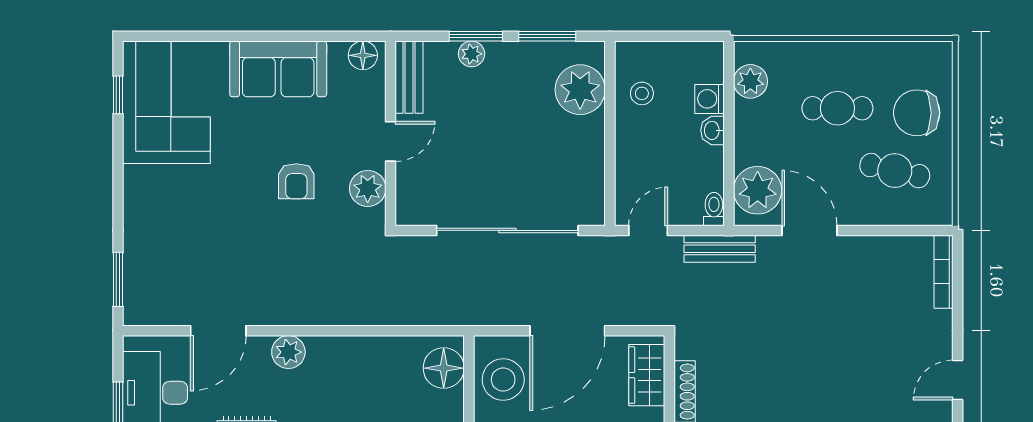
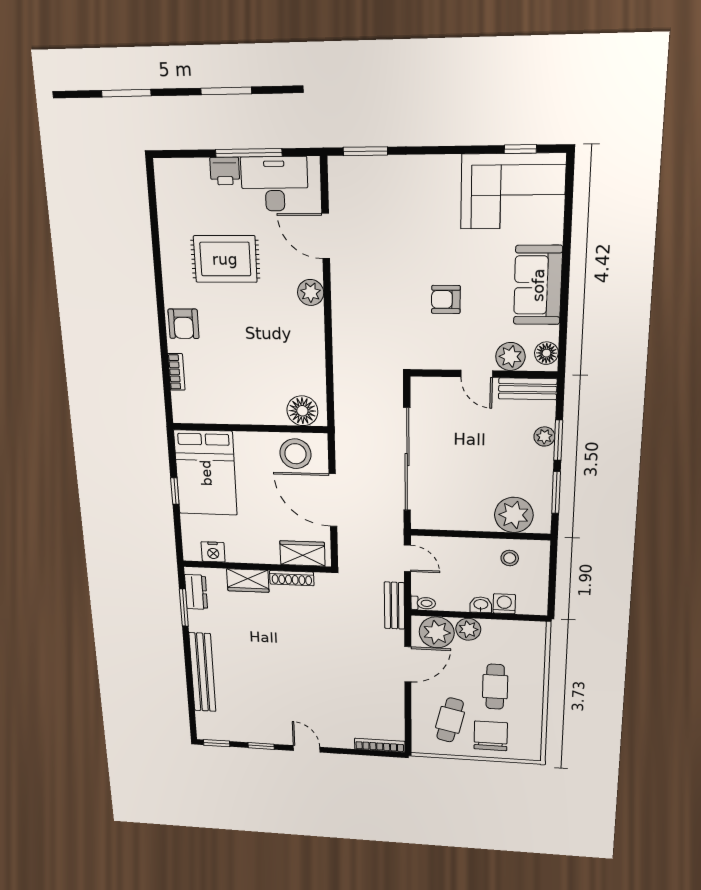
plant: (750, 81) -> (468, 629), moved
plant: (368, 188) -> (510, 357), moved

